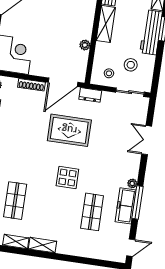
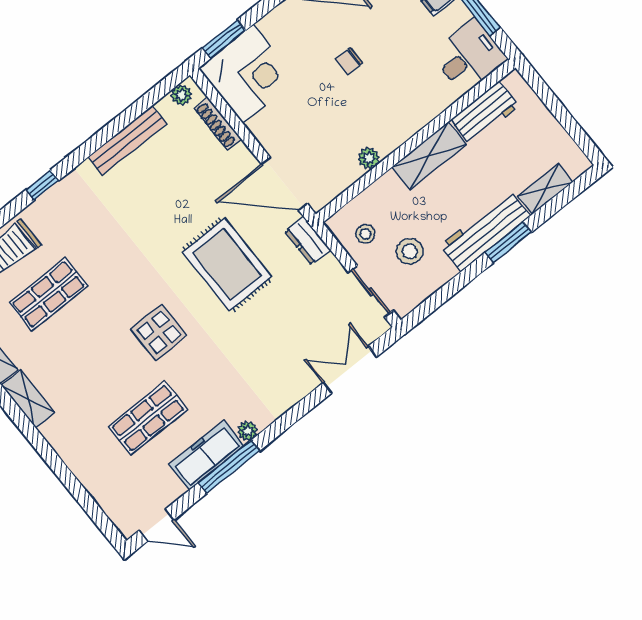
chair: (46, 16) -> (349, 61), added
shoe rack: (31, 85) -> (218, 124), moved
double door: (147, 140) -> (350, 370), moved

